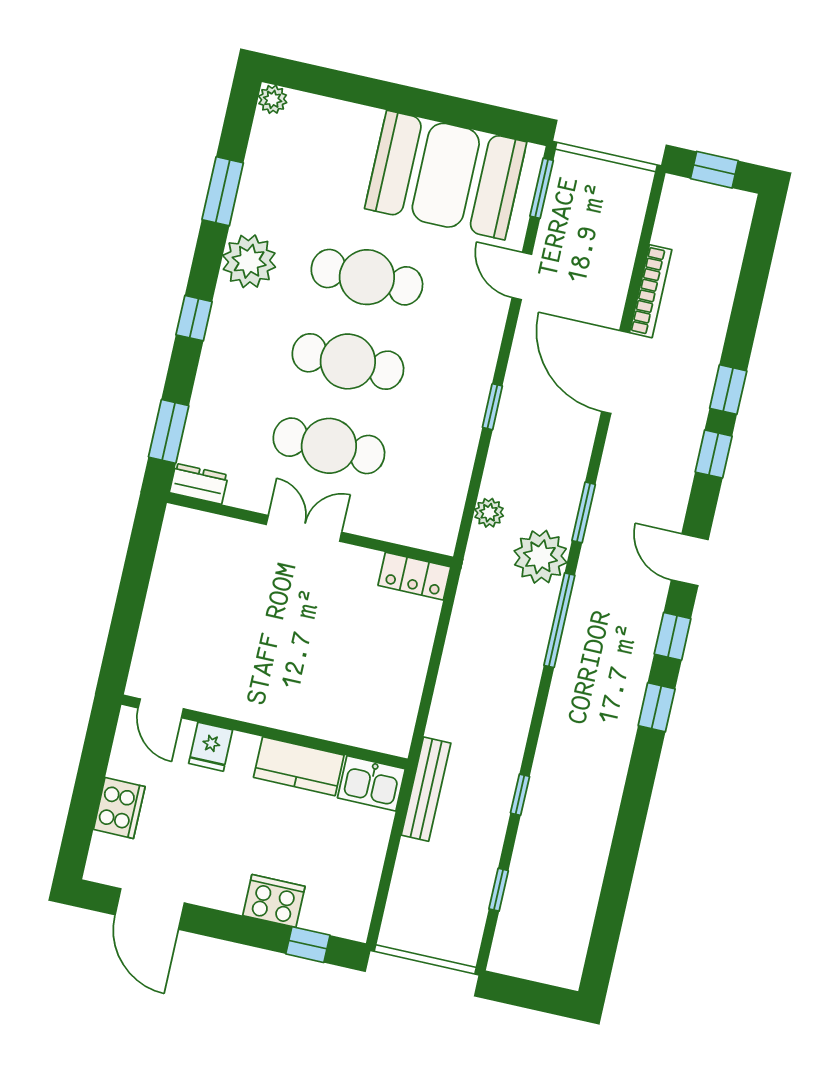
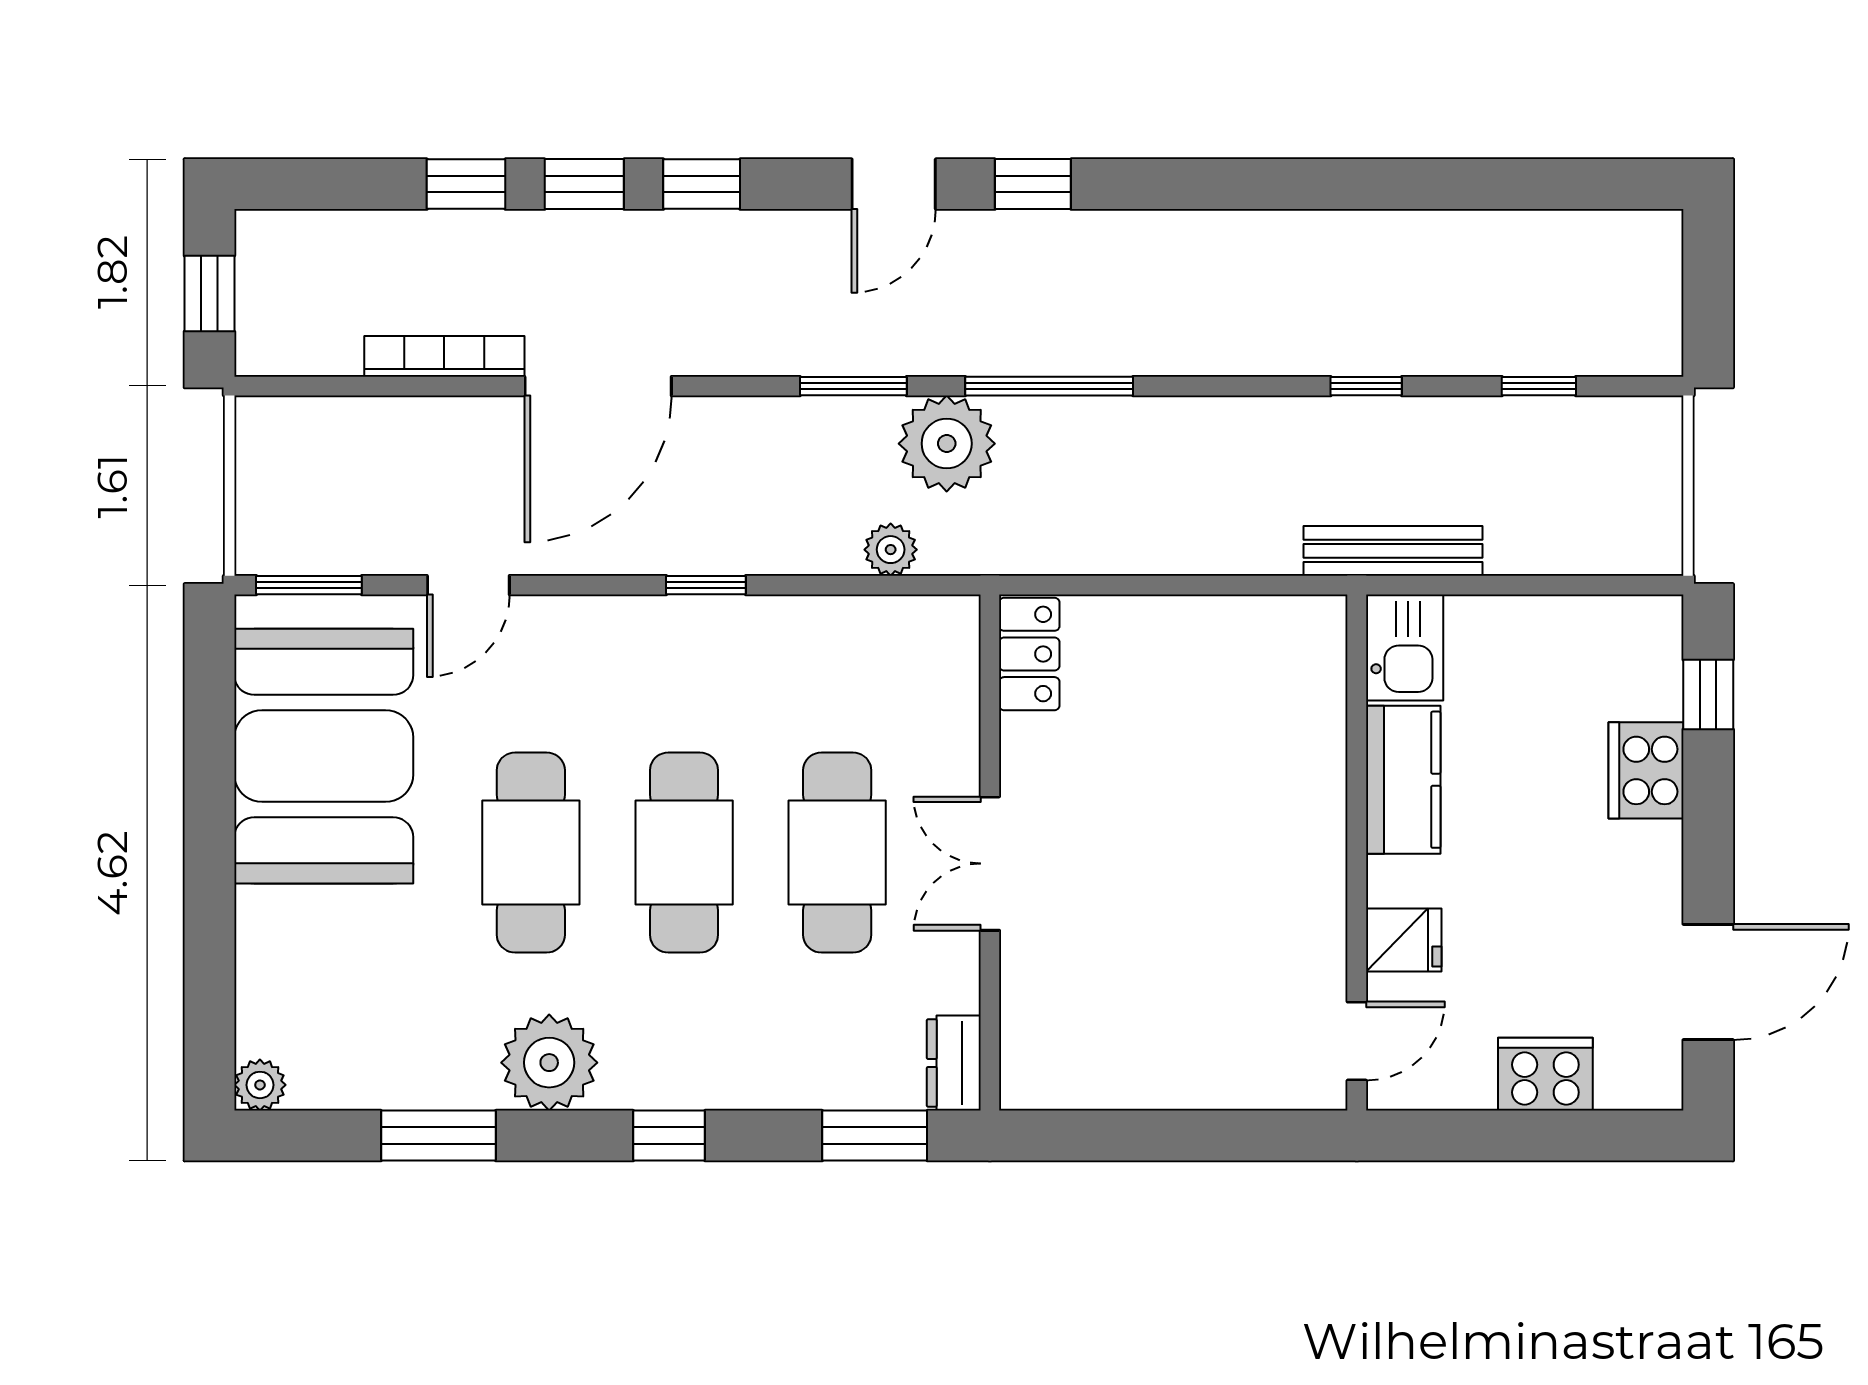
window: (657, 707) -> (466, 184), moved

